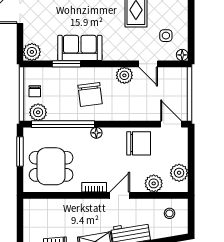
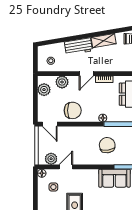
door: (148, 64) -> (66, 167), hinge flipped
plant: (124, 75) -> (51, 159), moved
chair: (139, 143) -> (73, 110), turned 180

